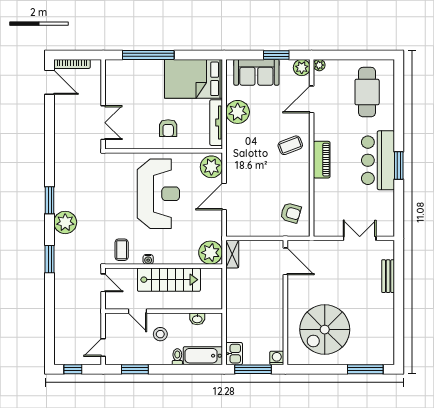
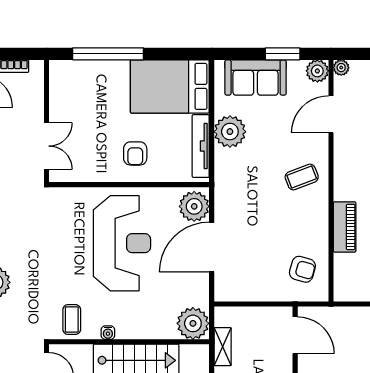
piano: (322, 160) -> (345, 227), moved
door: (224, 197) -> (212, 247), width x1.36
shelving: (232, 254) -> (223, 347), moved

